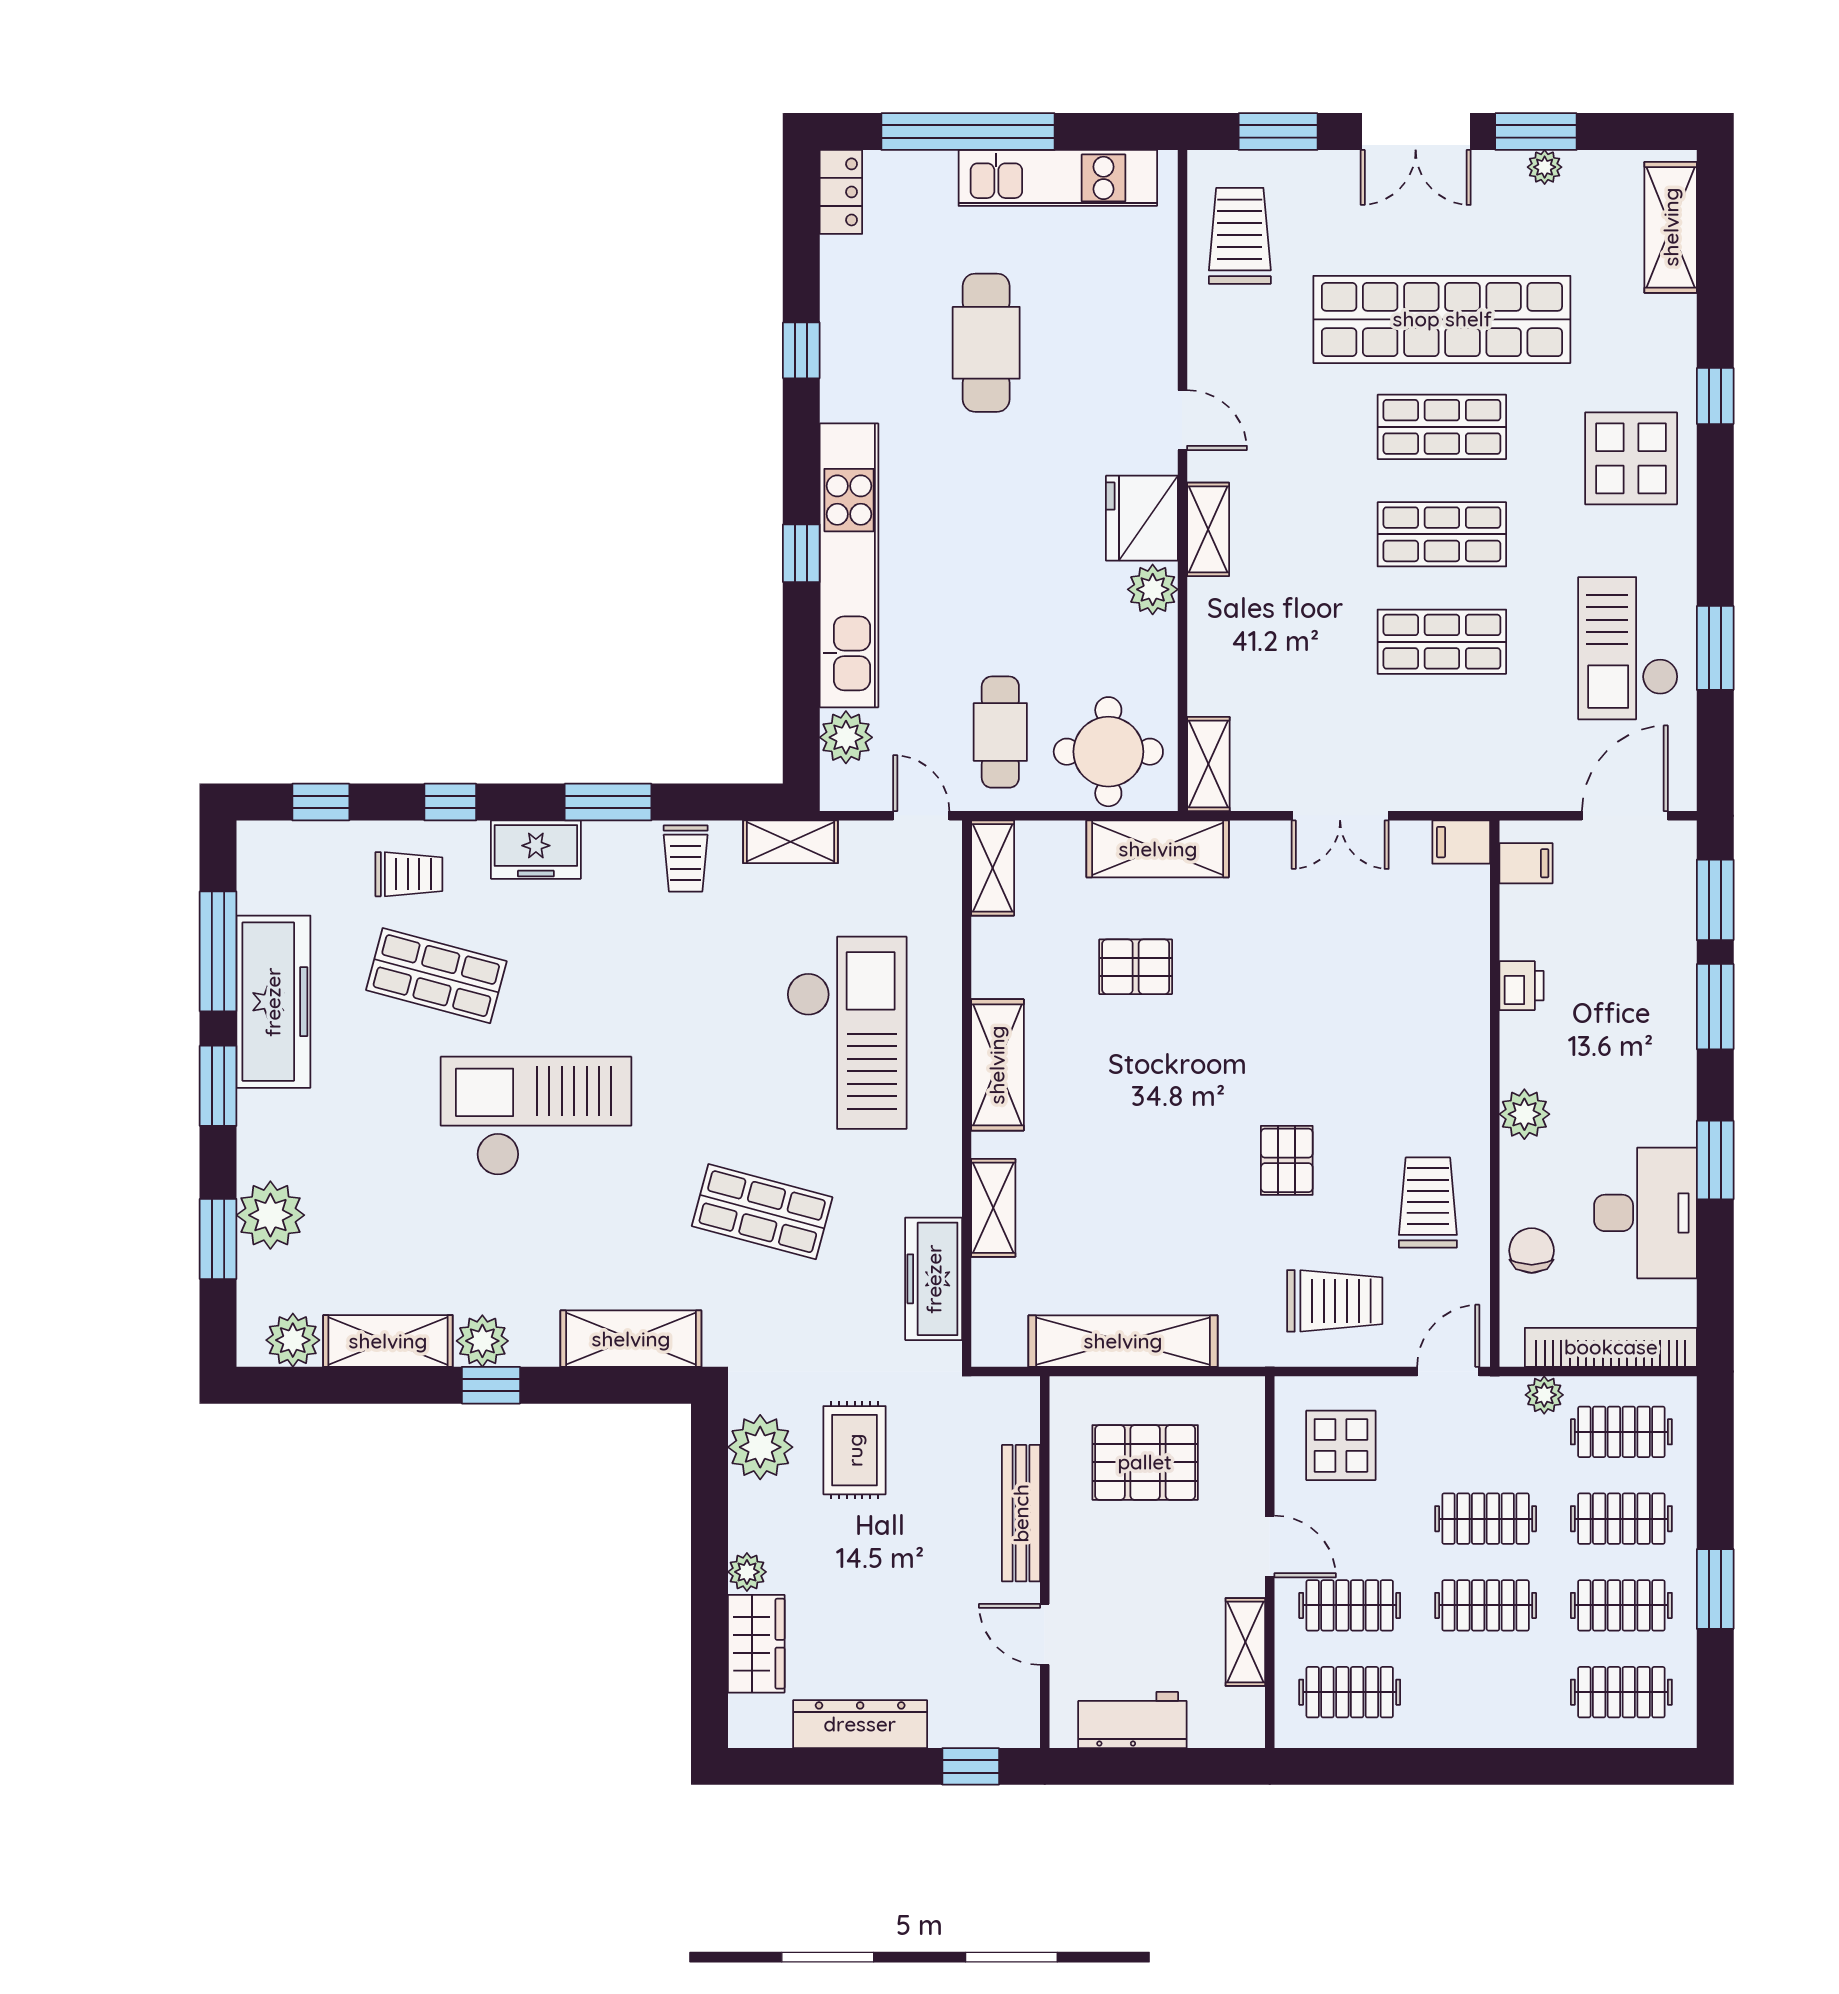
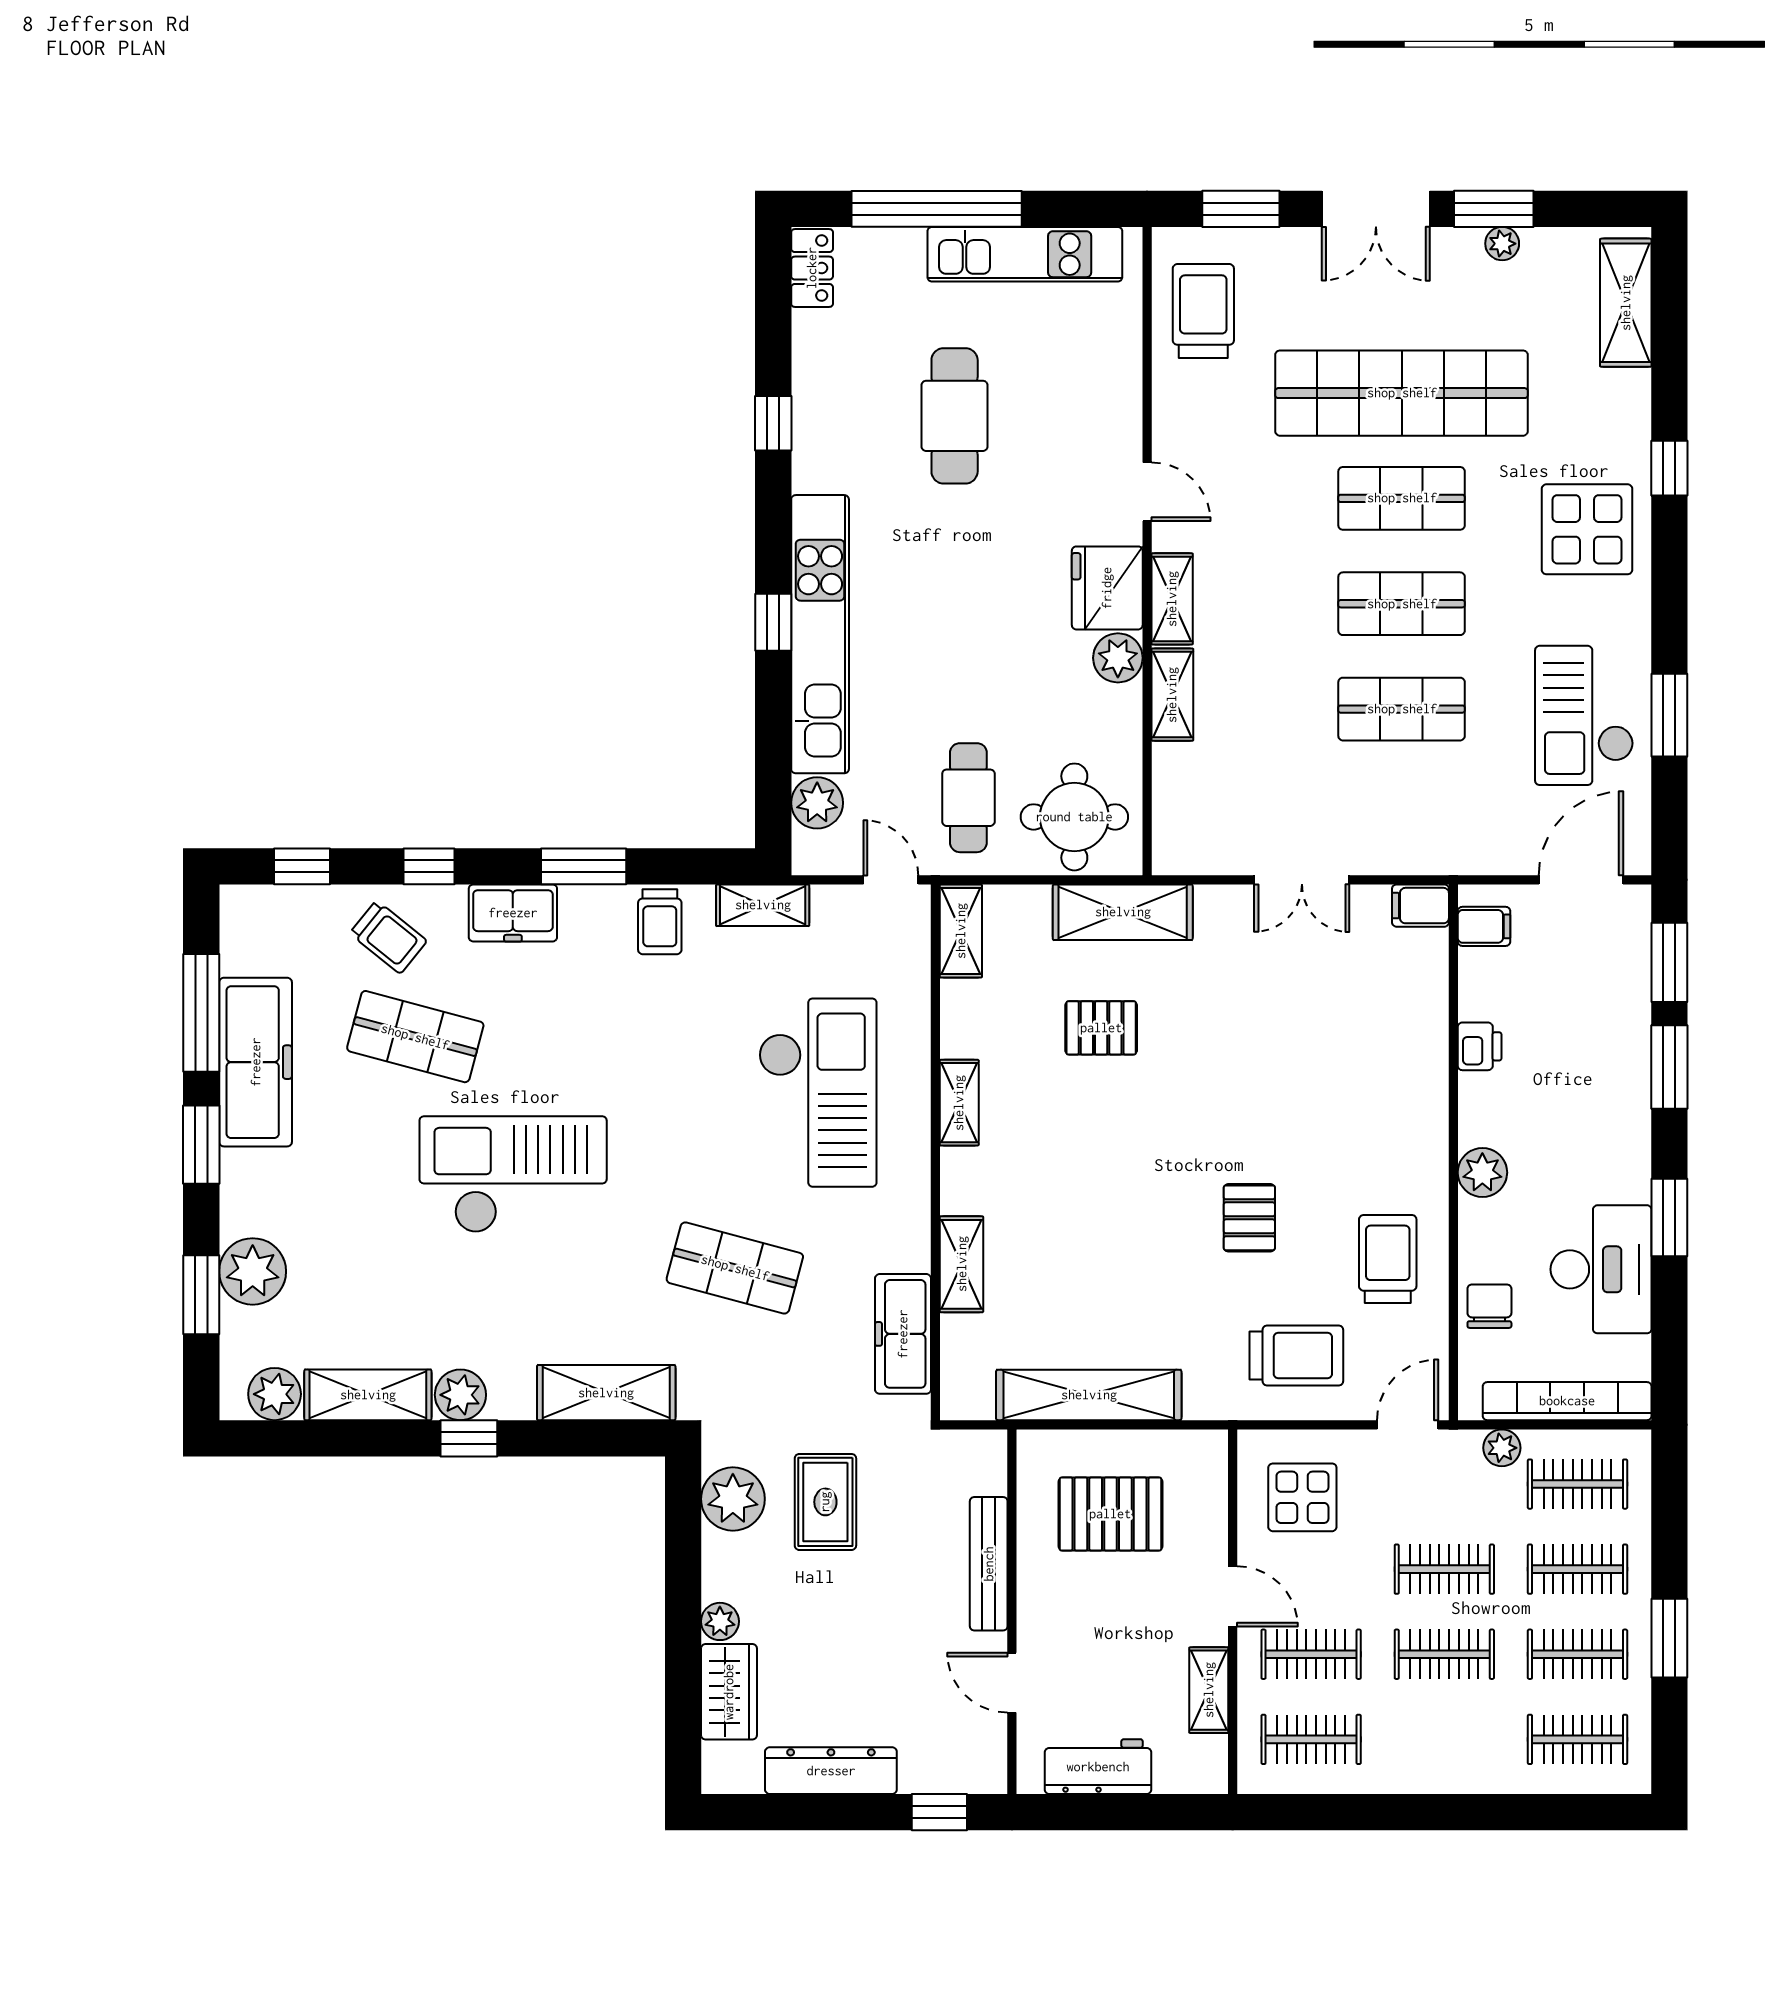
shelving: (1208, 764) -> (1172, 695), moved
trolley: (409, 874) -> (388, 937), turned 39
shelving: (997, 1065) -> (959, 1103), width x0.67, depth x0.75

